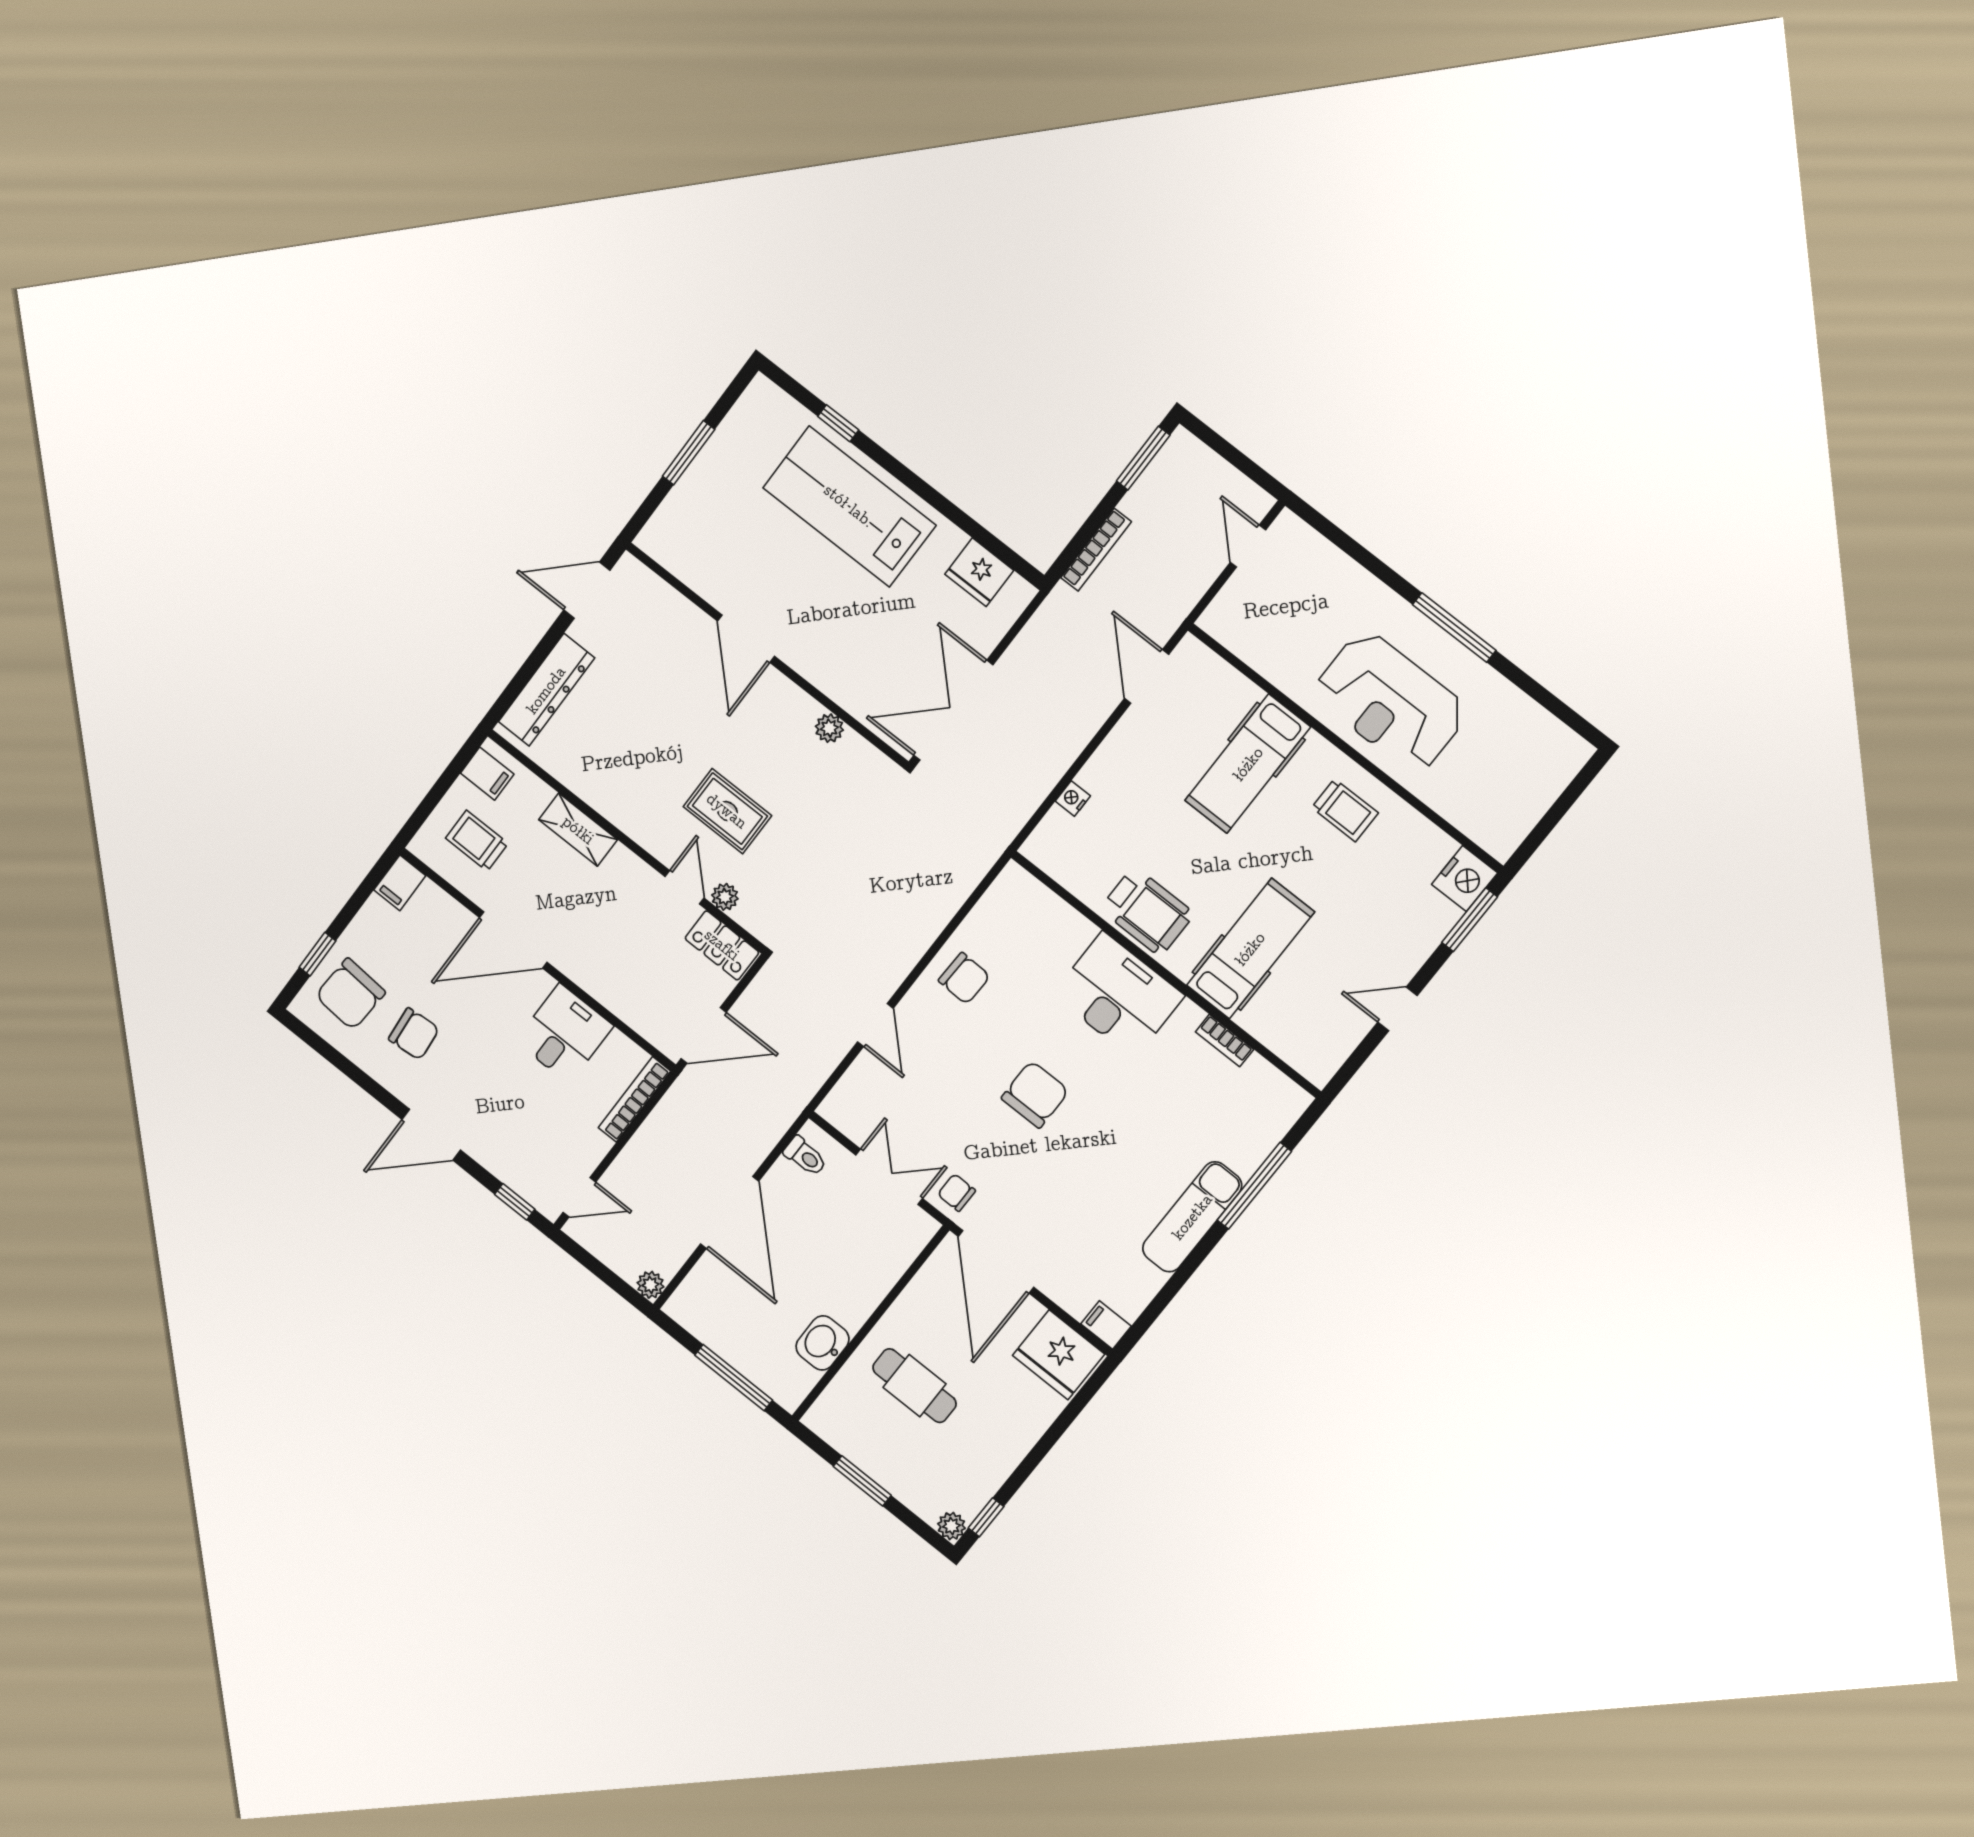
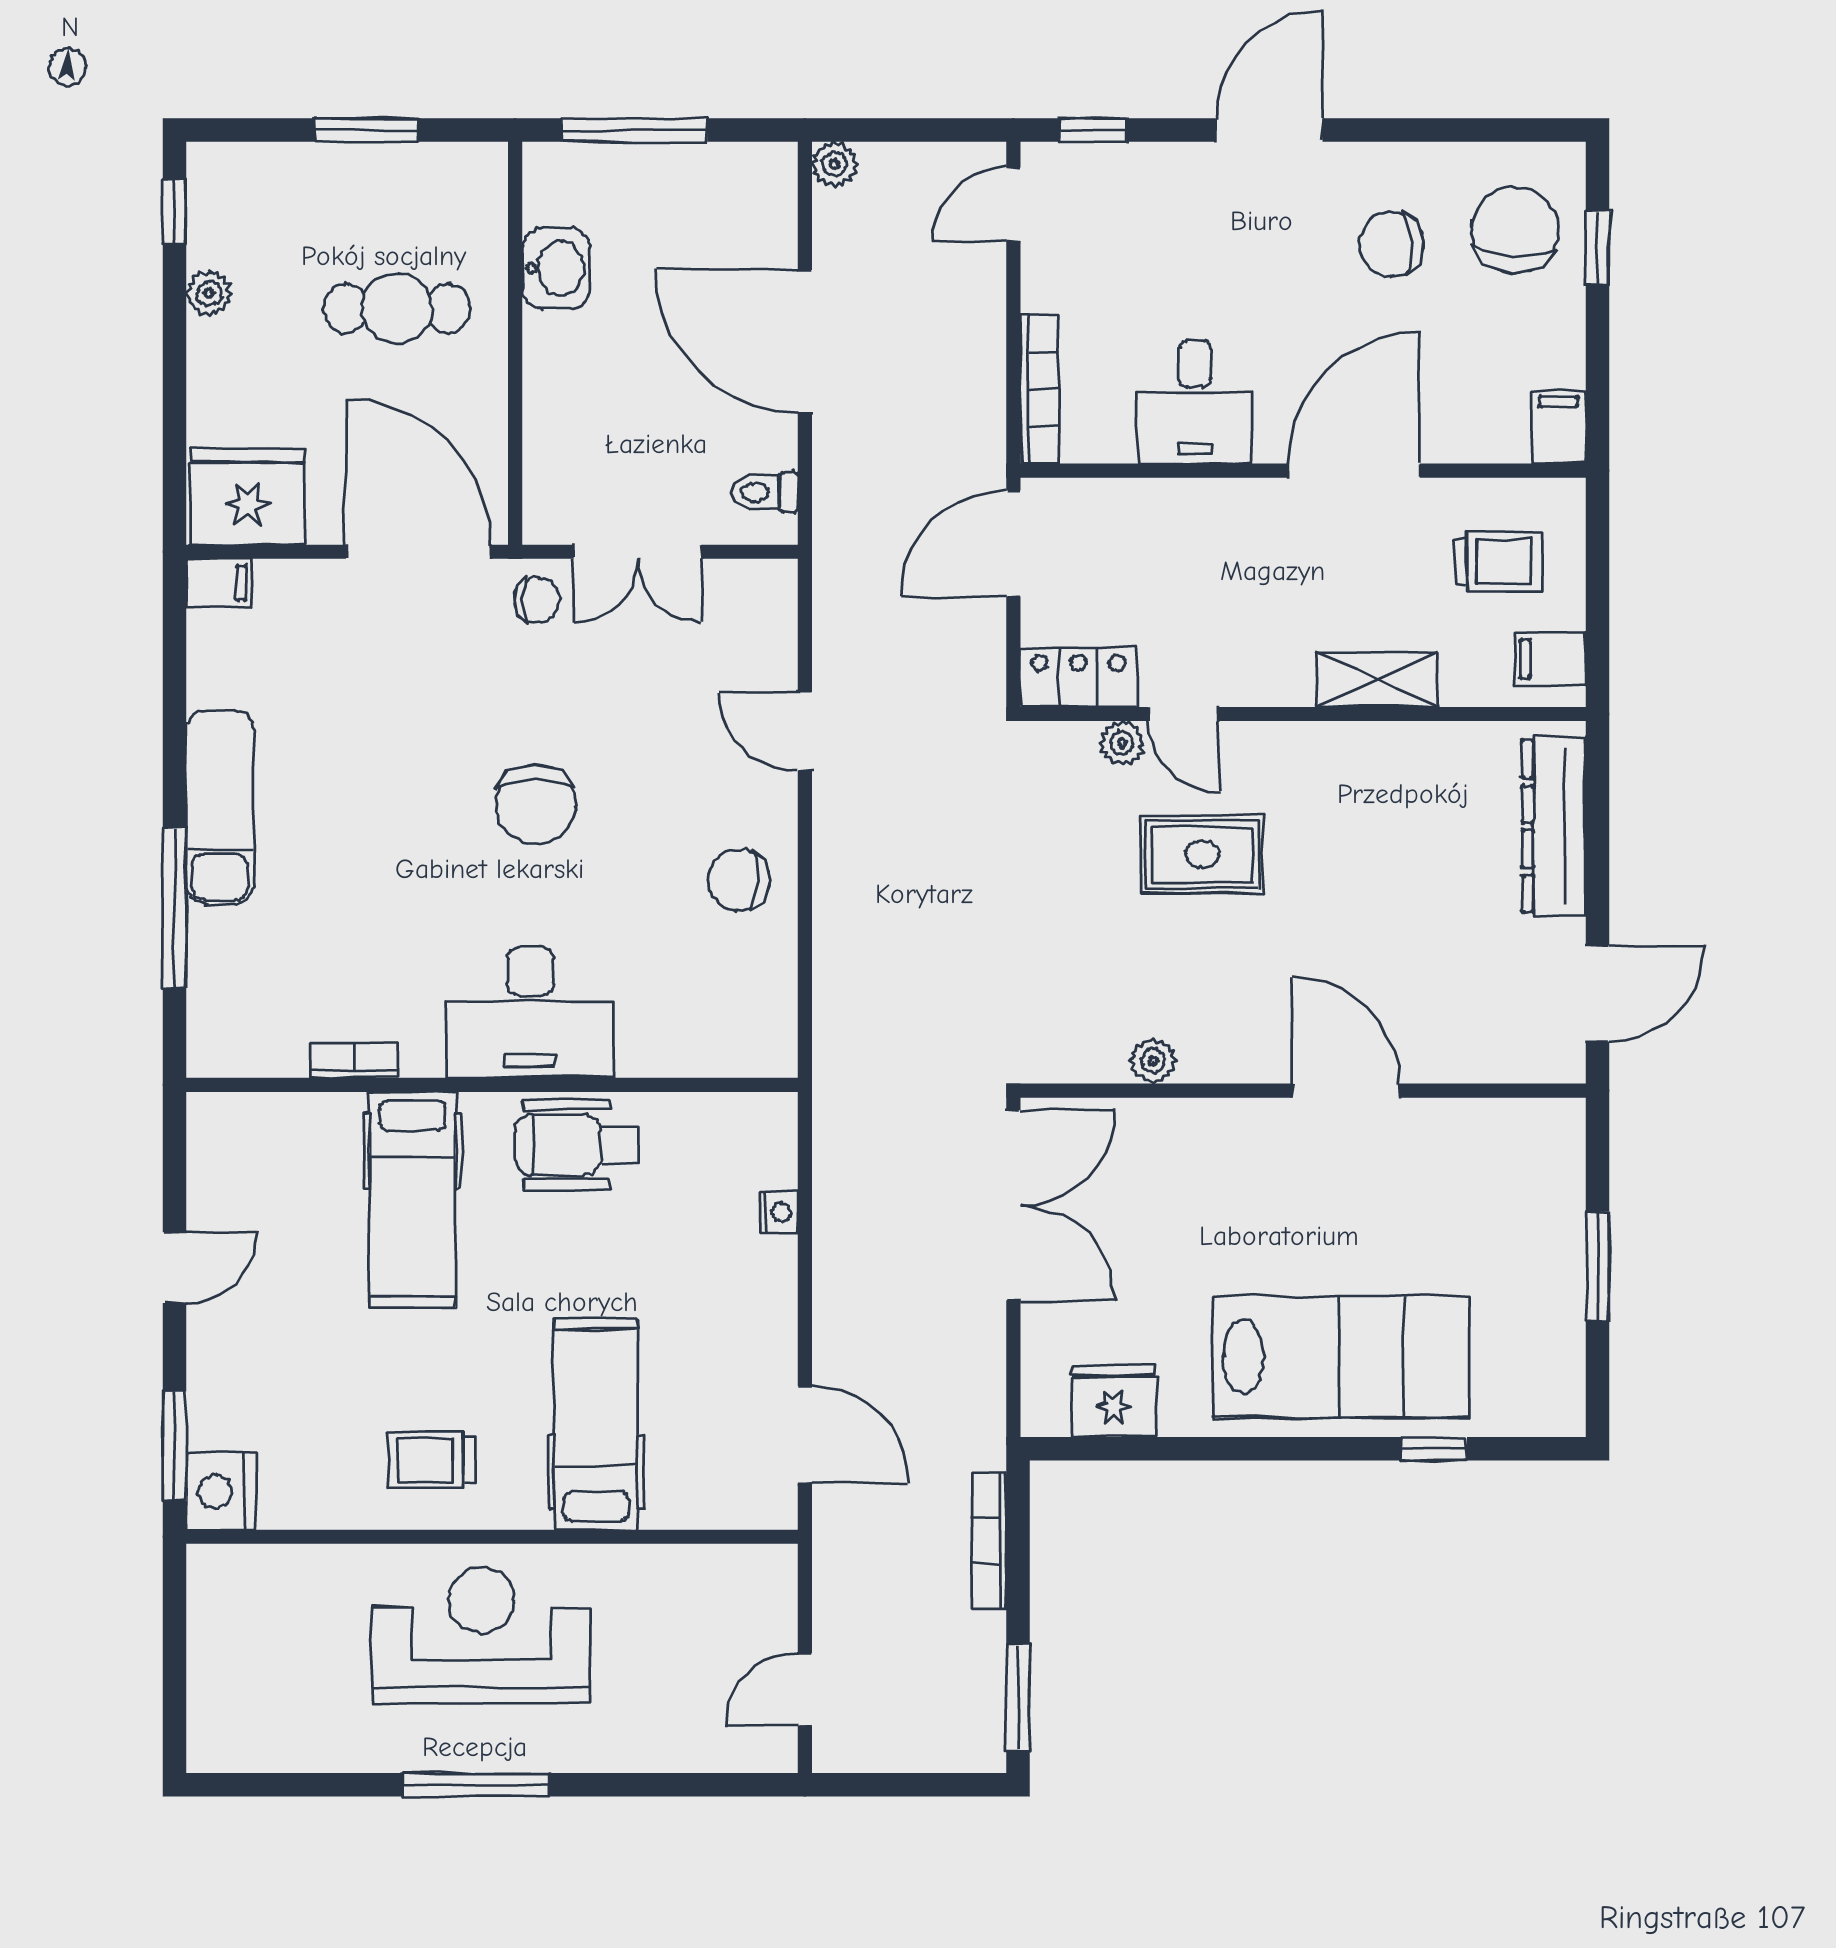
door: (1248, 546) -> (805, 1689), swing flipped
plant: (951, 1526) -> (209, 293), moved

